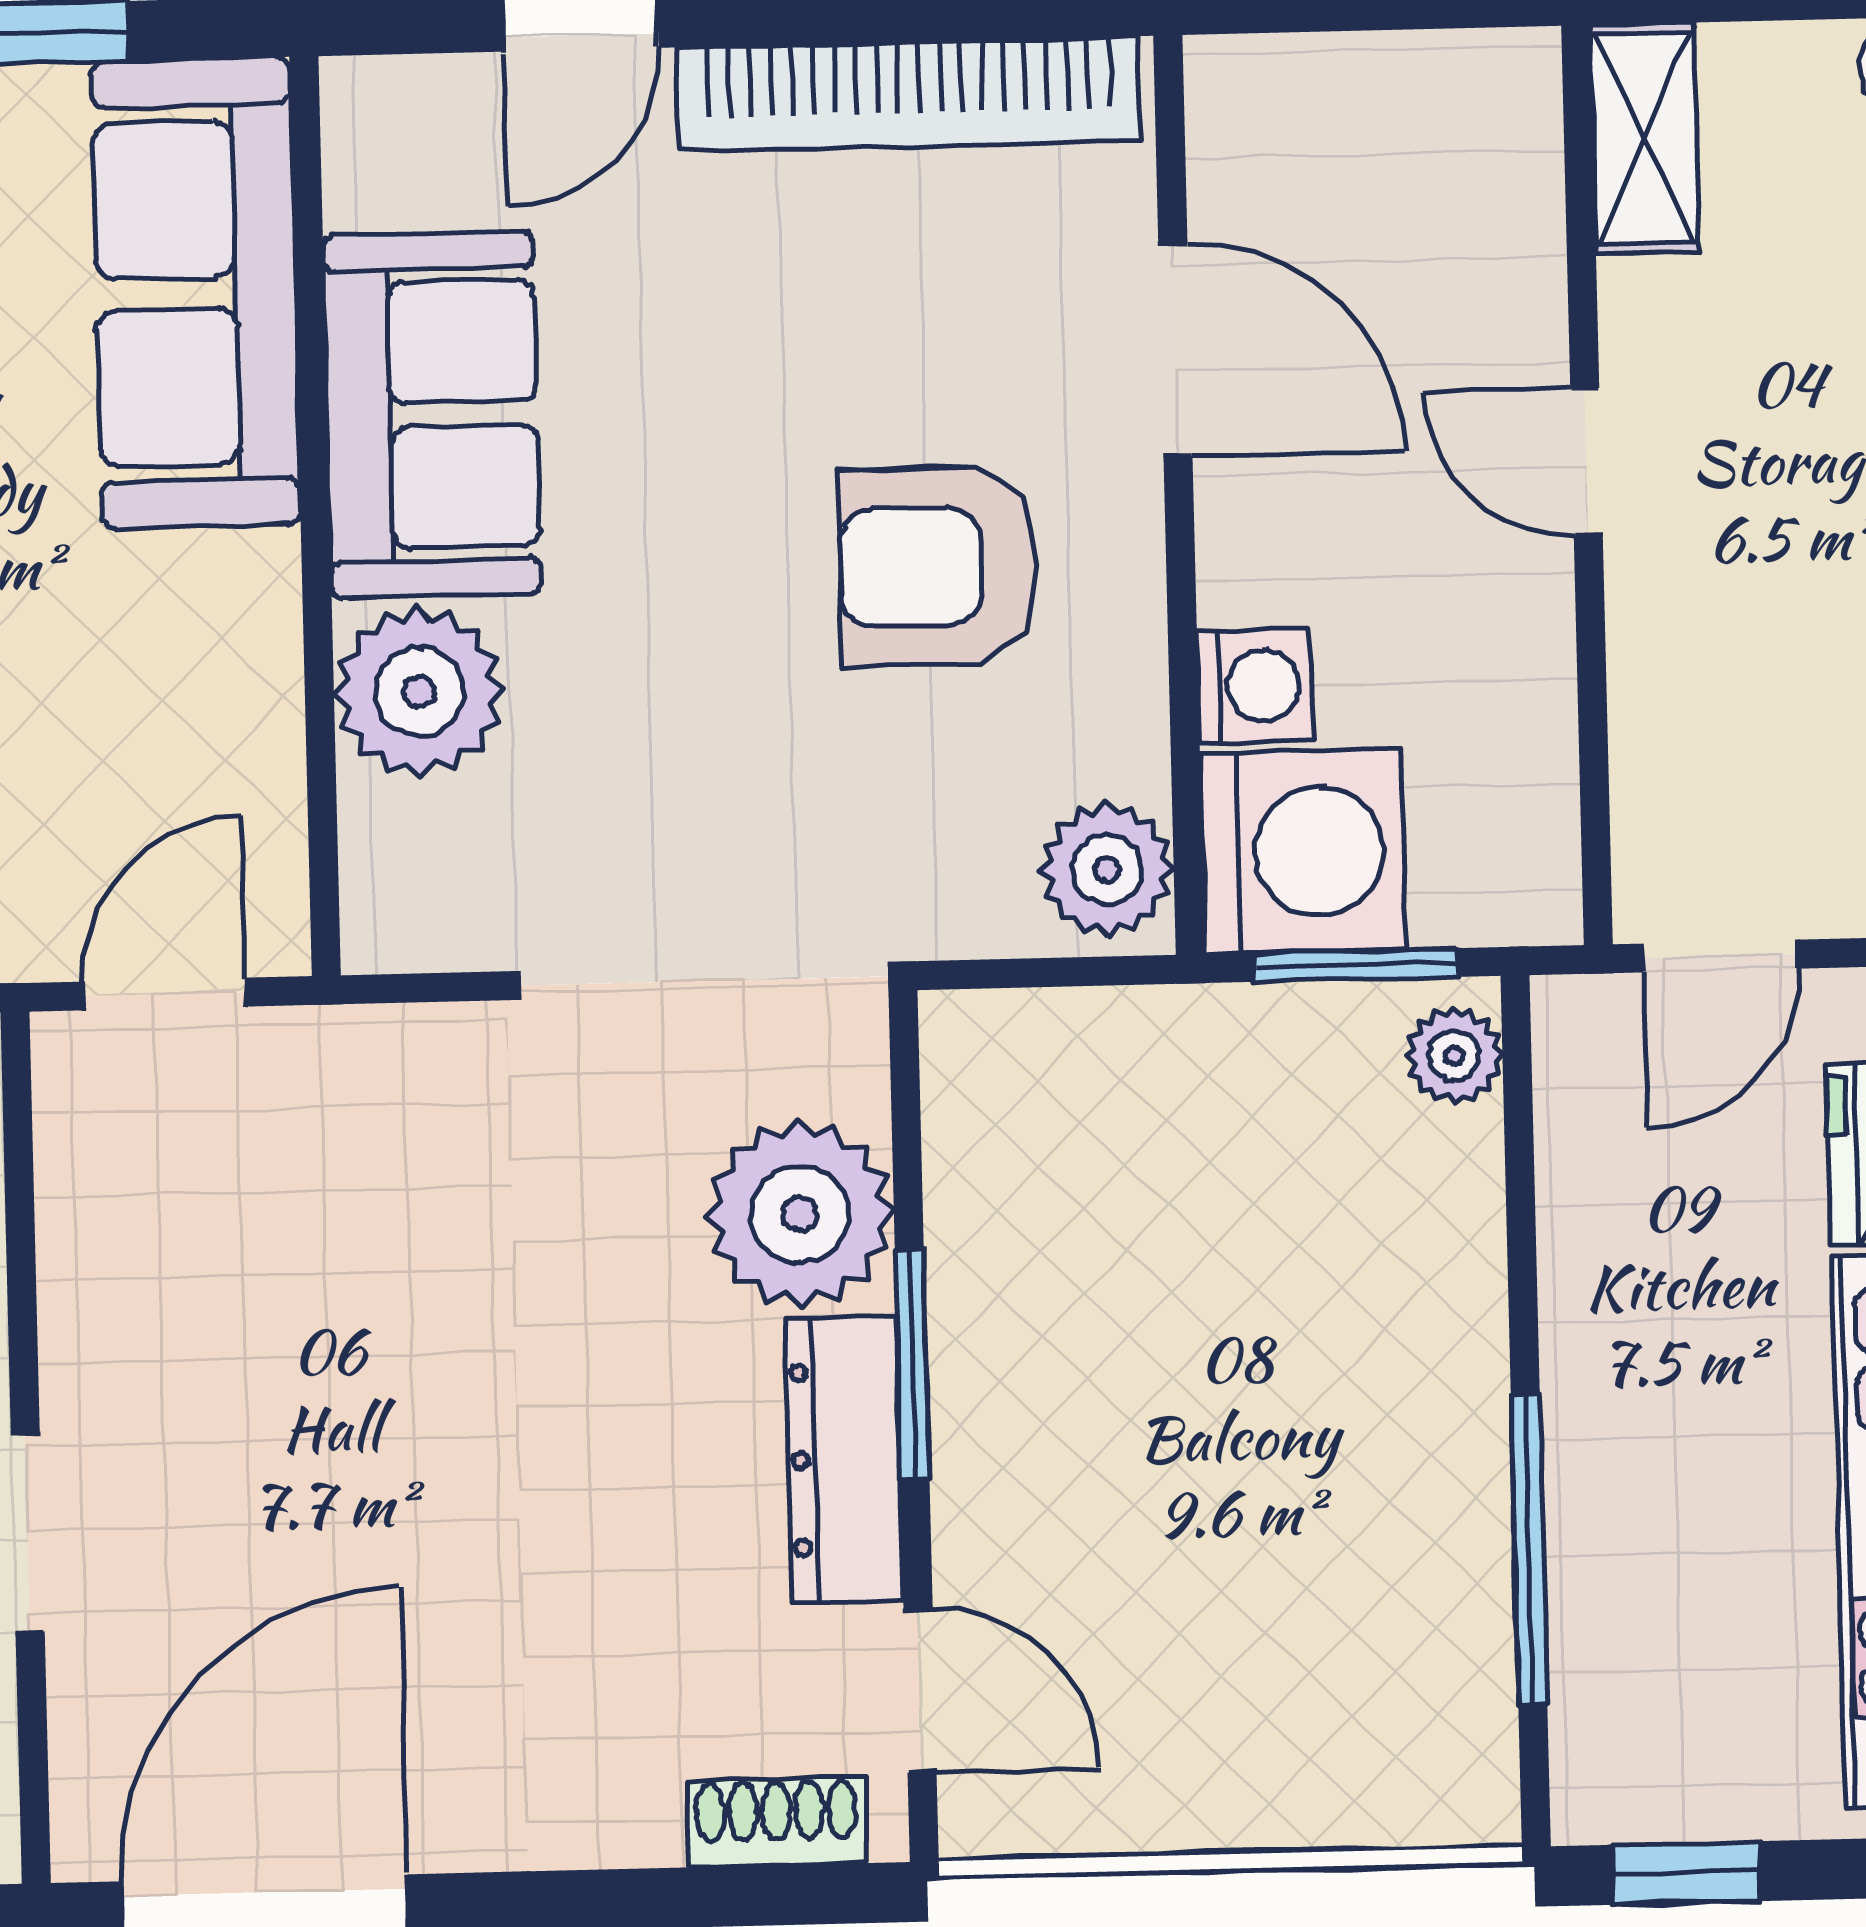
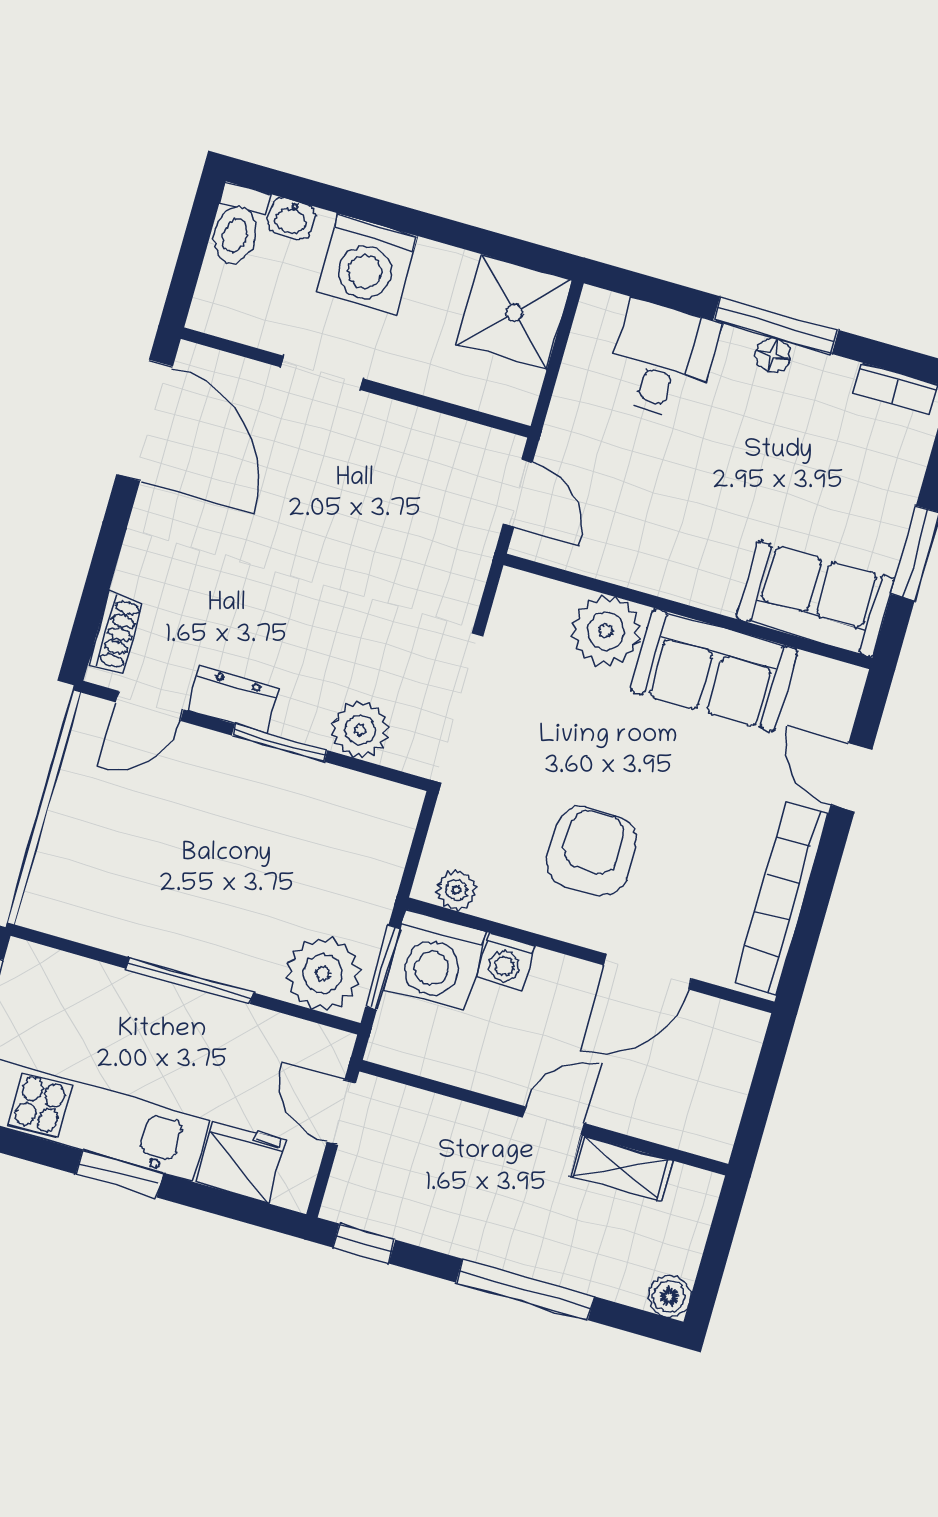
shelving: (1644, 138) -> (621, 1168), moved
sofa: (196, 293) -> (815, 599), width x0.73
plant: (1107, 870) -> (456, 890), width x0.73, depth x0.73
plant: (1454, 1056) -> (323, 973), width x1.87, depth x1.87
plant: (800, 1214) -> (360, 730), width x0.73, depth x0.73
dresser: (844, 1459) -> (233, 699), width x0.70
window: (1529, 1549) -> (190, 981), moved

